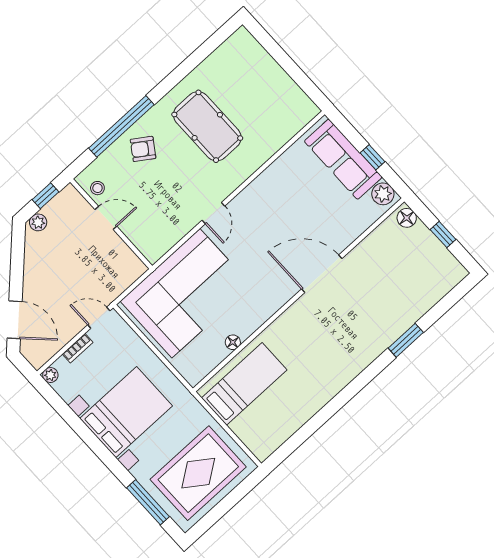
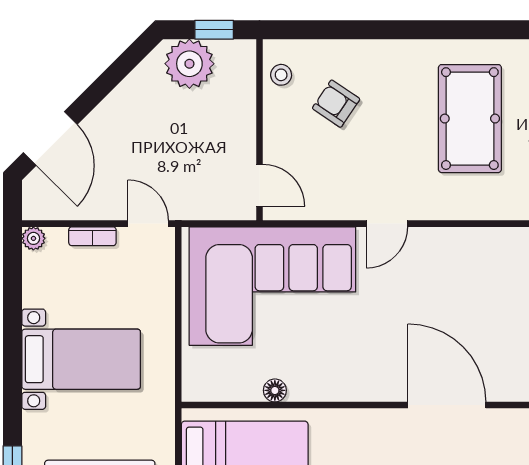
window: (121, 126) -> (372, 30), removed
armchair: (143, 149) -> (336, 104), moved
door: (106, 218) -> (260, 185), moved
plant: (38, 222) -> (189, 64), width x1.88, depth x1.88
bed with nightstands: (126, 412) -> (81, 359), width x0.73

